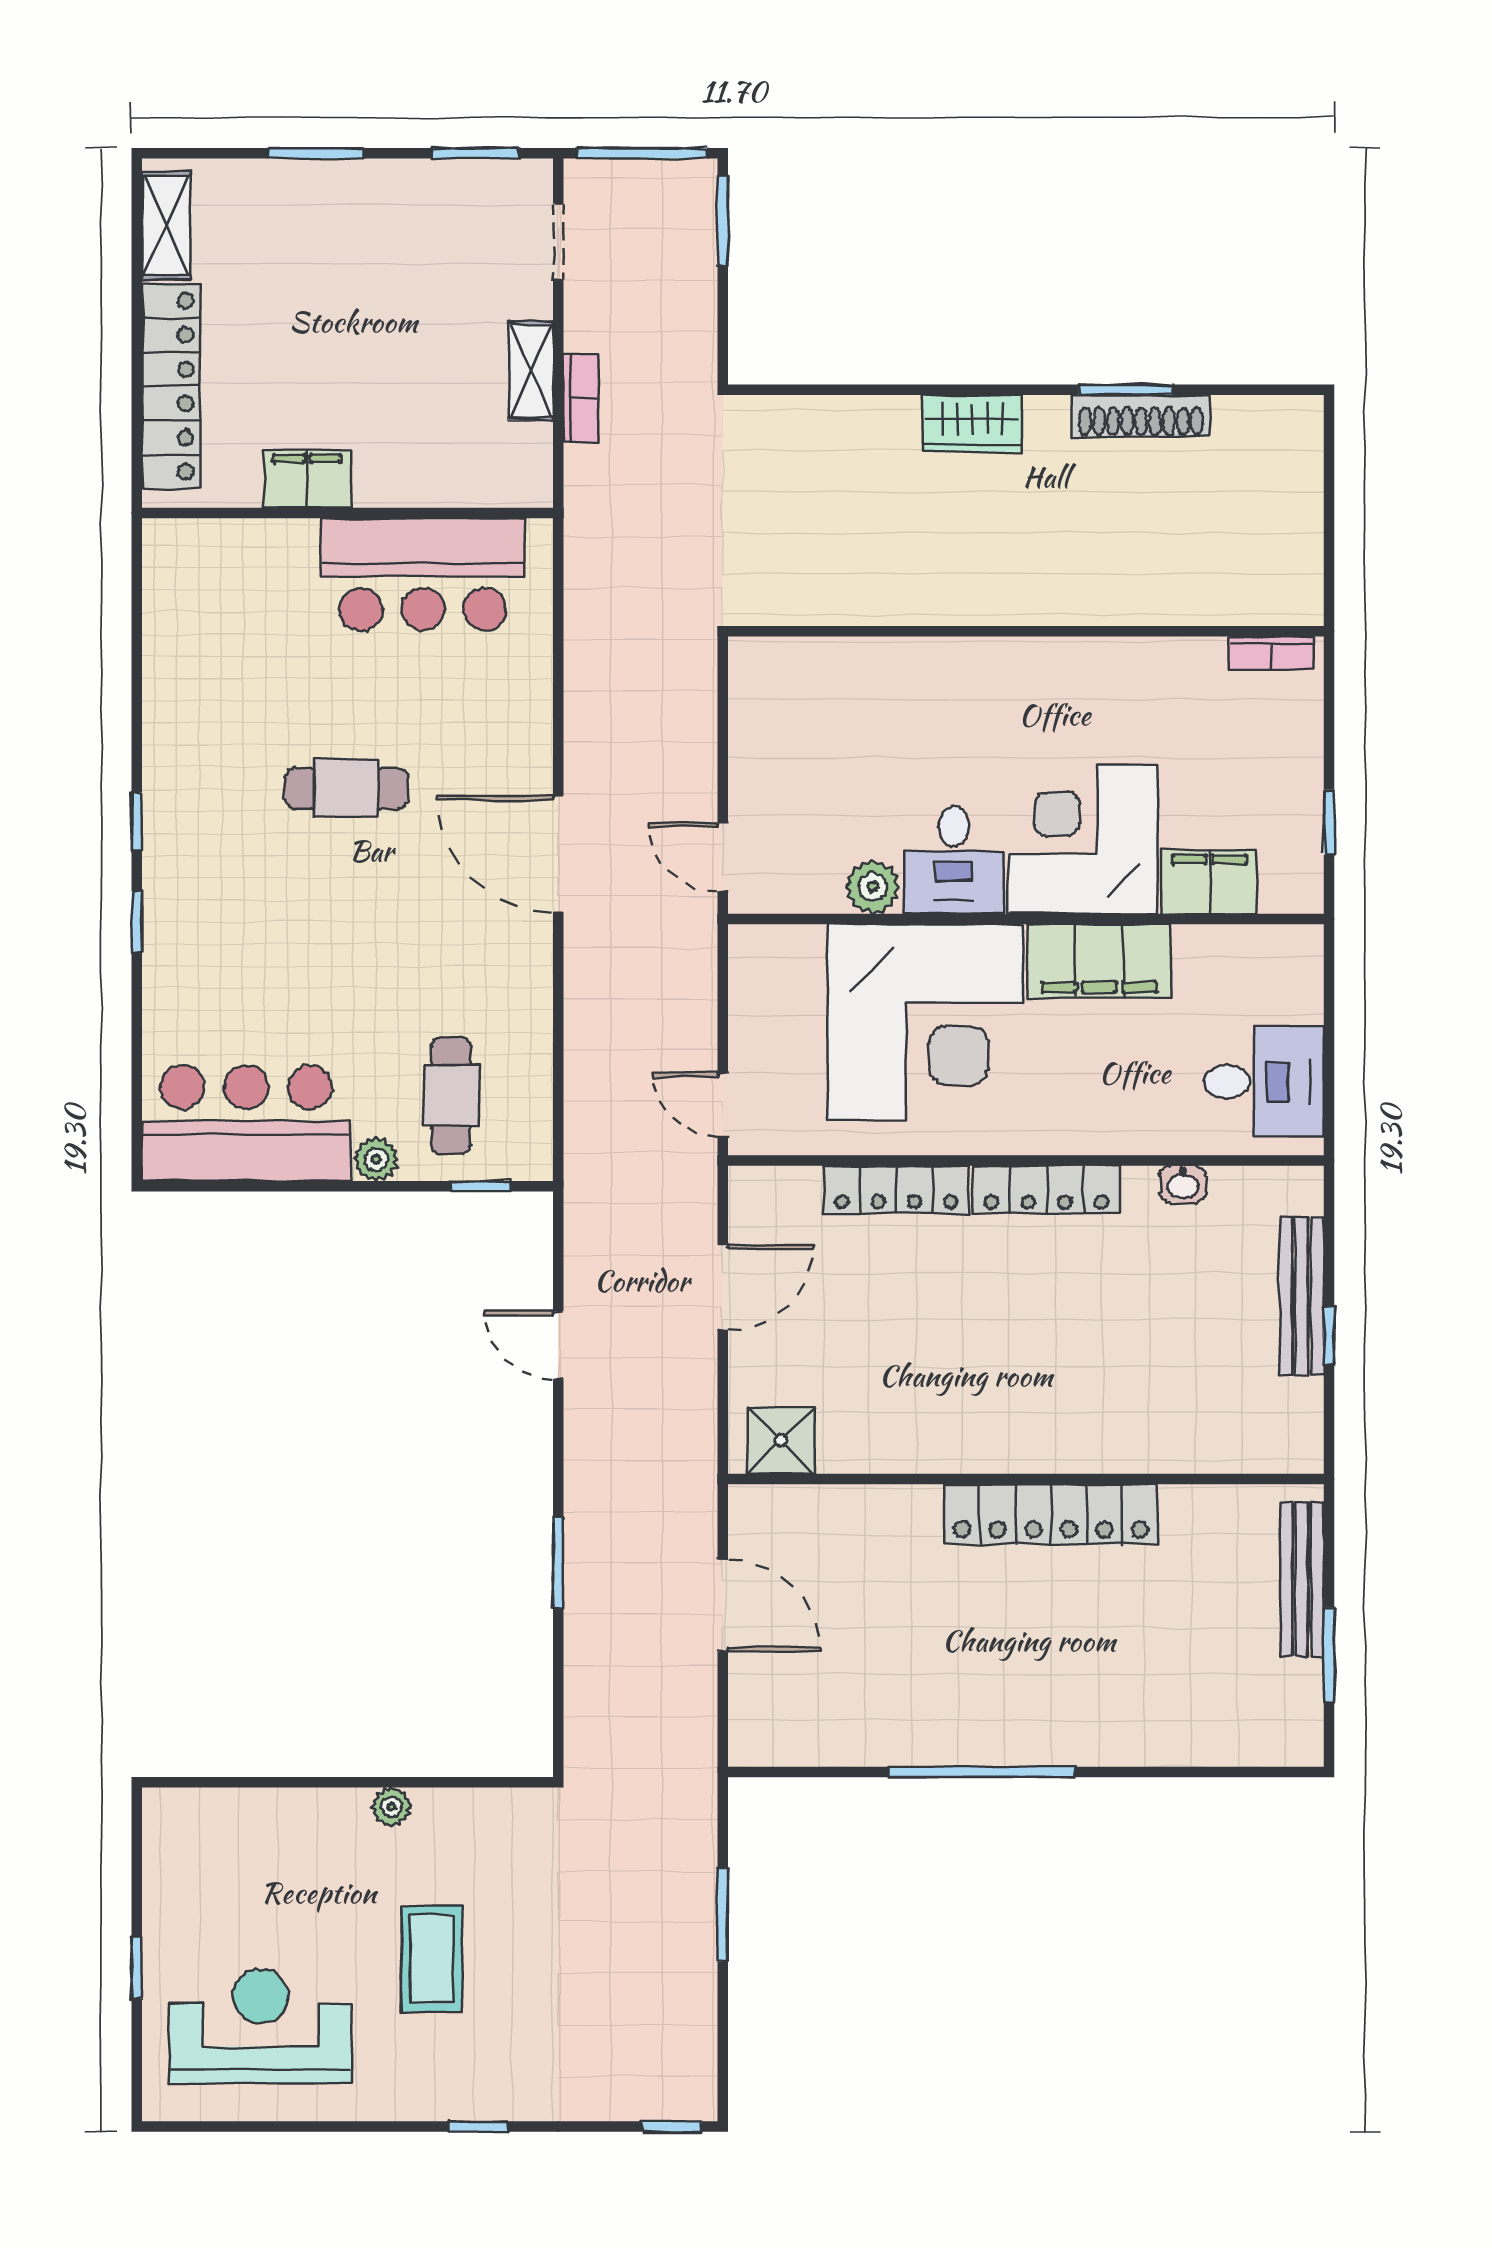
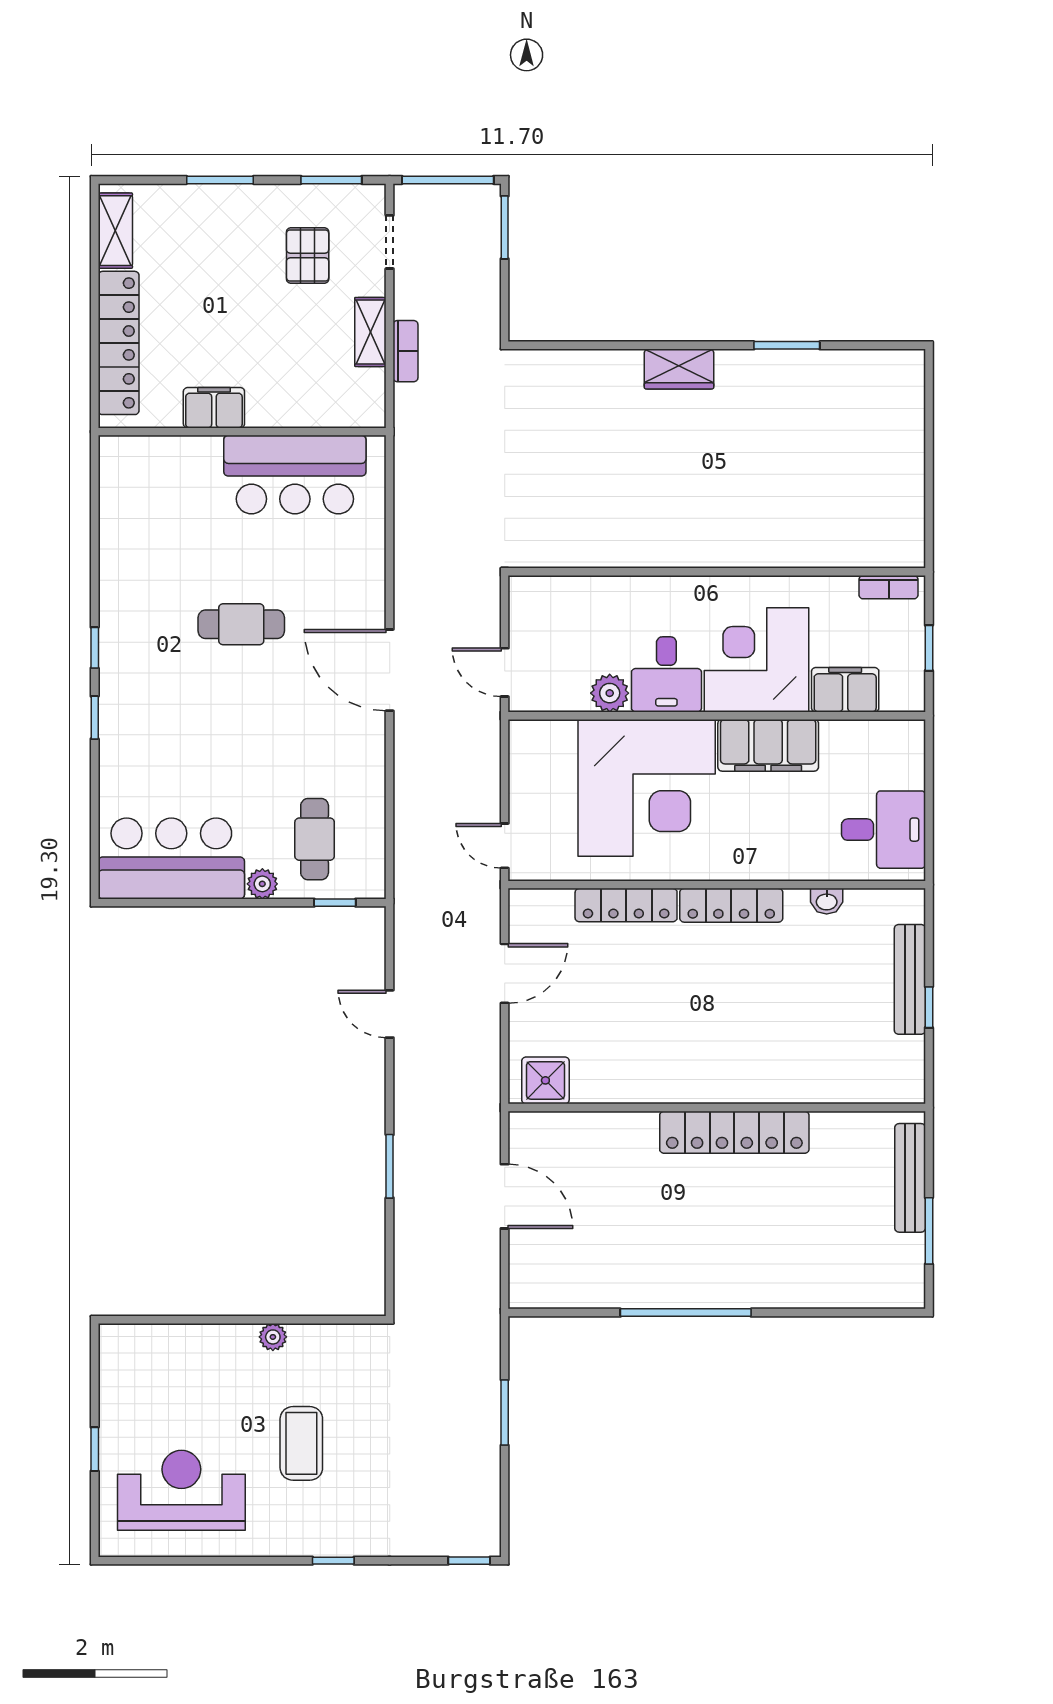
pallet: (441, 261) -> (308, 255), added
shoe rack: (1141, 416) -> (797, 364), removed
wall: (1026, 631) -> (717, 572), moved
bookcase: (1271, 653) -> (889, 587), moved

